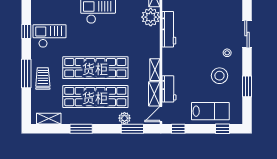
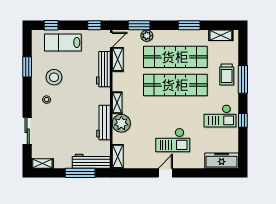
plant: (151, 17) -> (121, 123), moved
sliding door: (247, 34) -> (27, 131), moved
shelving: (155, 70) -> (117, 103), moved
workbench: (169, 89) -> (103, 69), width x1.38

